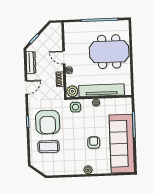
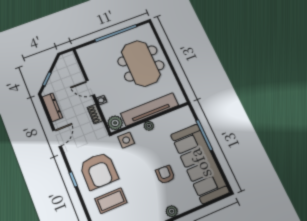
meeting table: (109, 52) -> (141, 63), turned 90

